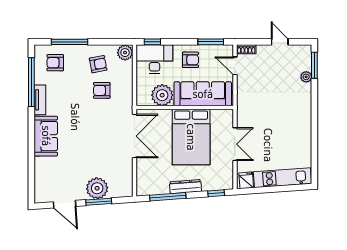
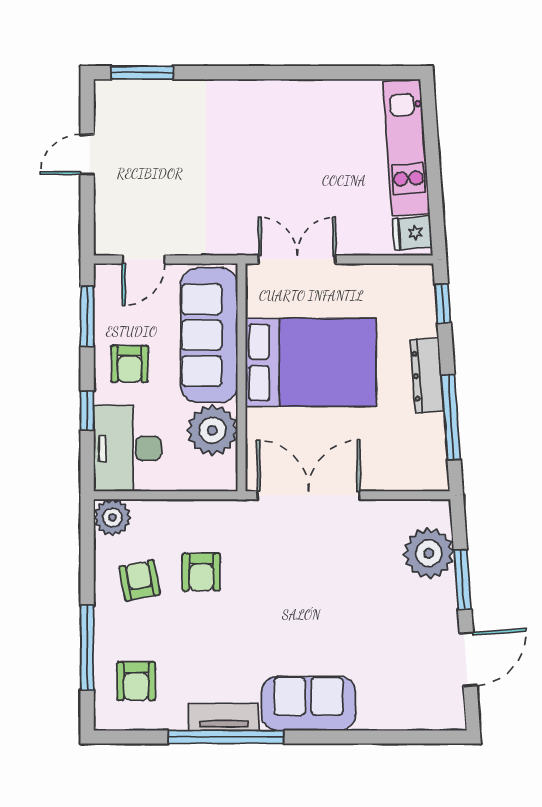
window: (152, 42) -> (87, 410), moved
shoe rack: (246, 49) -> (105, 233), removed
armchair: (190, 60) -> (130, 364), turned 180
plant: (306, 77) -> (170, 92), removed
window: (31, 82) -> (226, 737), moved
double door: (235, 144) -> (297, 259), moved
plant: (97, 188) -> (429, 553), moved

